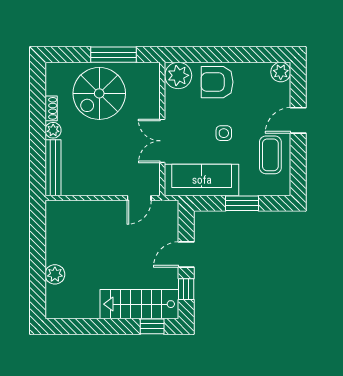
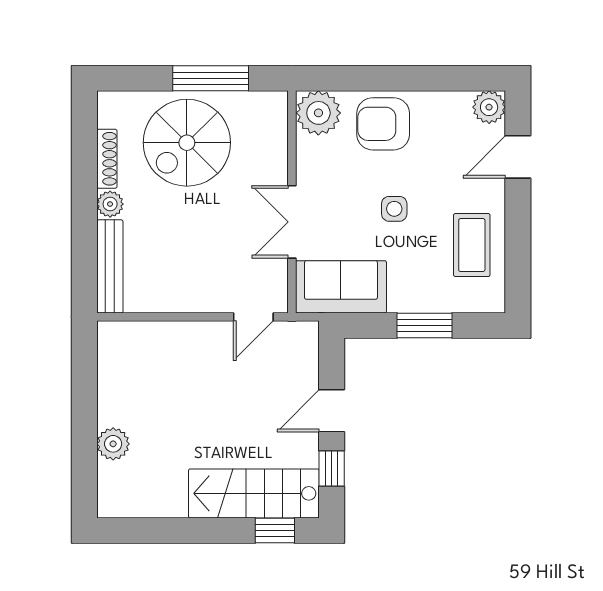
shoe rack: (51, 108) -> (107, 159), width x1.43
door: (298, 120) -> (518, 157), moved
sofa: (202, 180) -> (341, 287), width x0.73

